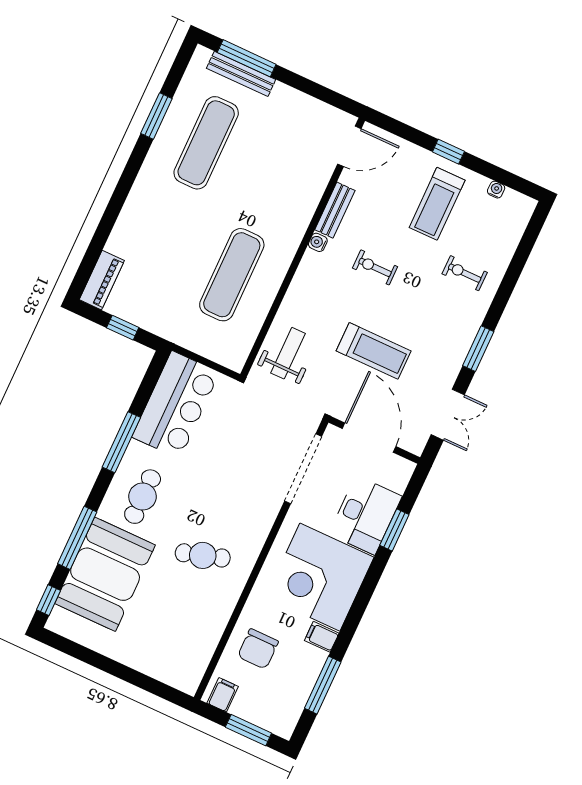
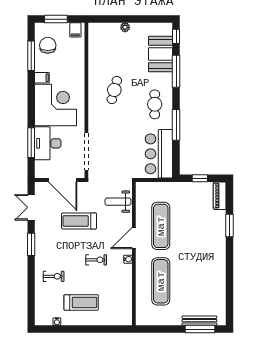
window: (156, 116) -> (229, 226), moved
exercise mat: (206, 143) -> (161, 281), moved
door: (349, 146) -> (134, 238), moved
window: (448, 152) -> (87, 329), removed
treadmill: (437, 204) -> (81, 302), turned 90
bench: (335, 210) -> (127, 278), removed
weight bench: (288, 353) -> (118, 202), turned 90
window: (394, 530) -> (31, 143), width x1.44
cafe table: (203, 555) -> (114, 90), turned -58
booth: (105, 574) -> (160, 54), width x0.73, depth x0.70
chair: (258, 649) -> (48, 45), moved
plant: (132, 658) -> (125, 27), added

